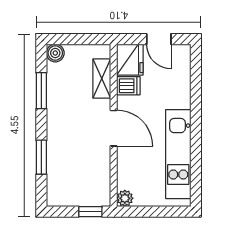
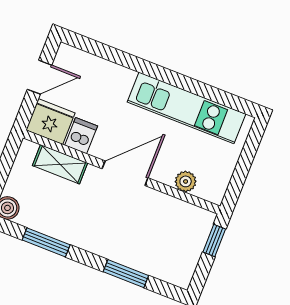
plant: (125, 198) -> (186, 181), moved

